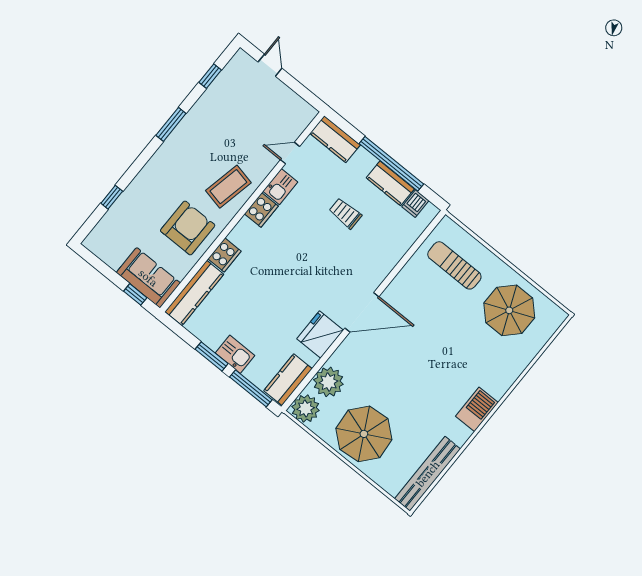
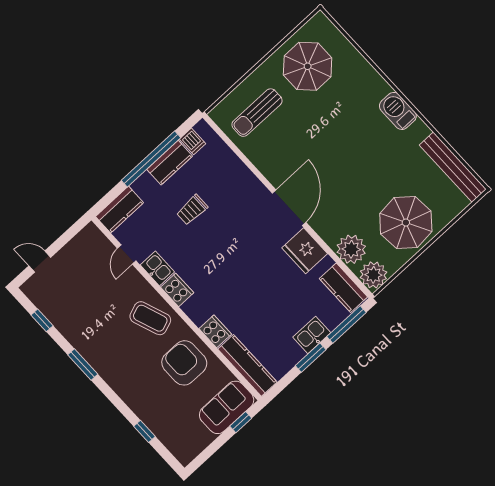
coffee table: (228, 187) -> (150, 318), turned -32

